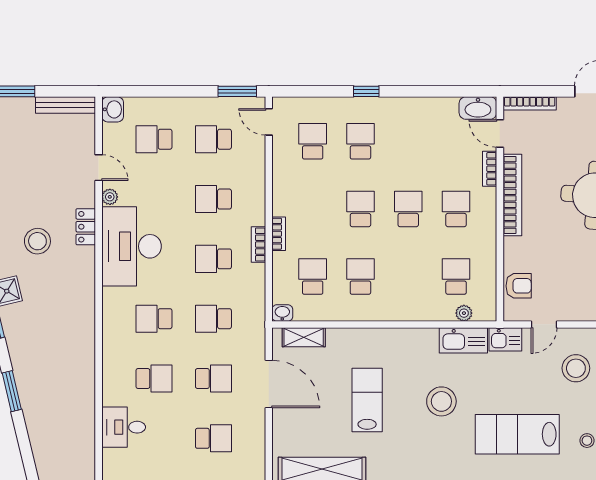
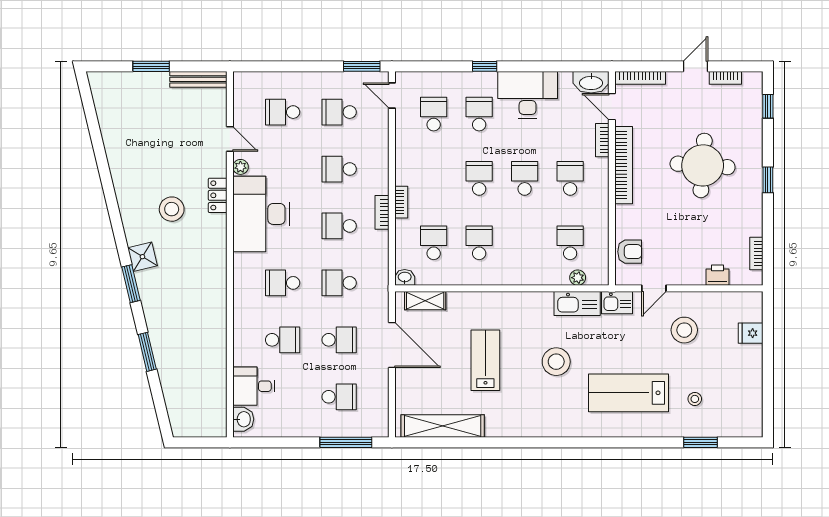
washbasin: (113, 109) -> (243, 419), moved
desk: (411, 121) -> (528, 95), added

